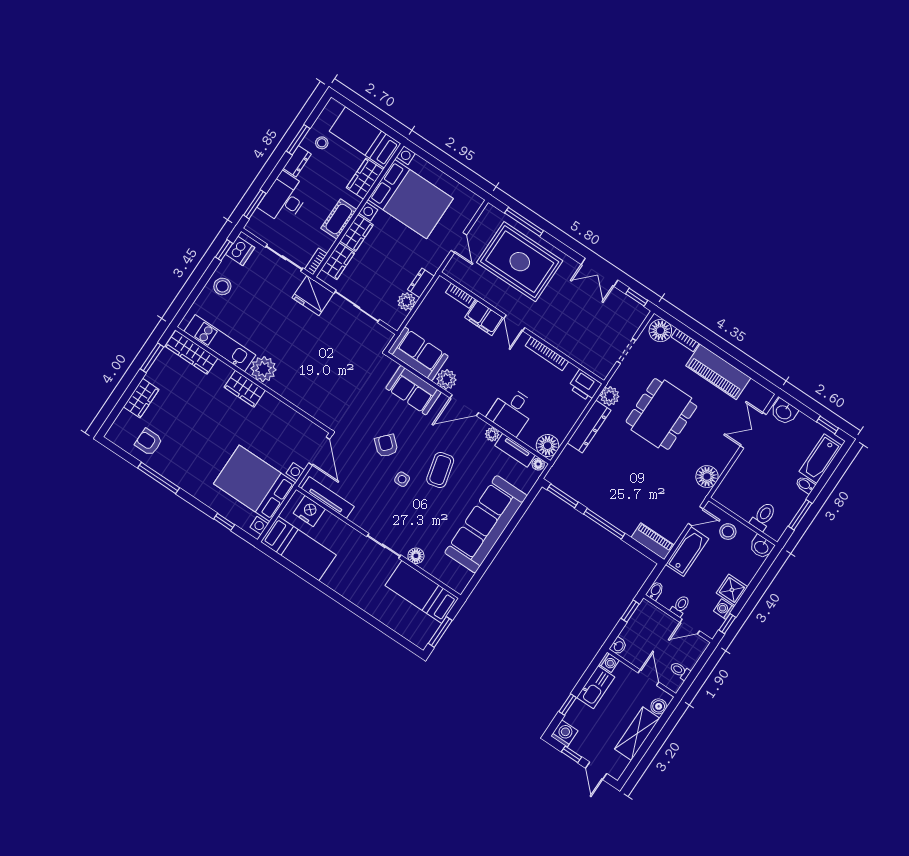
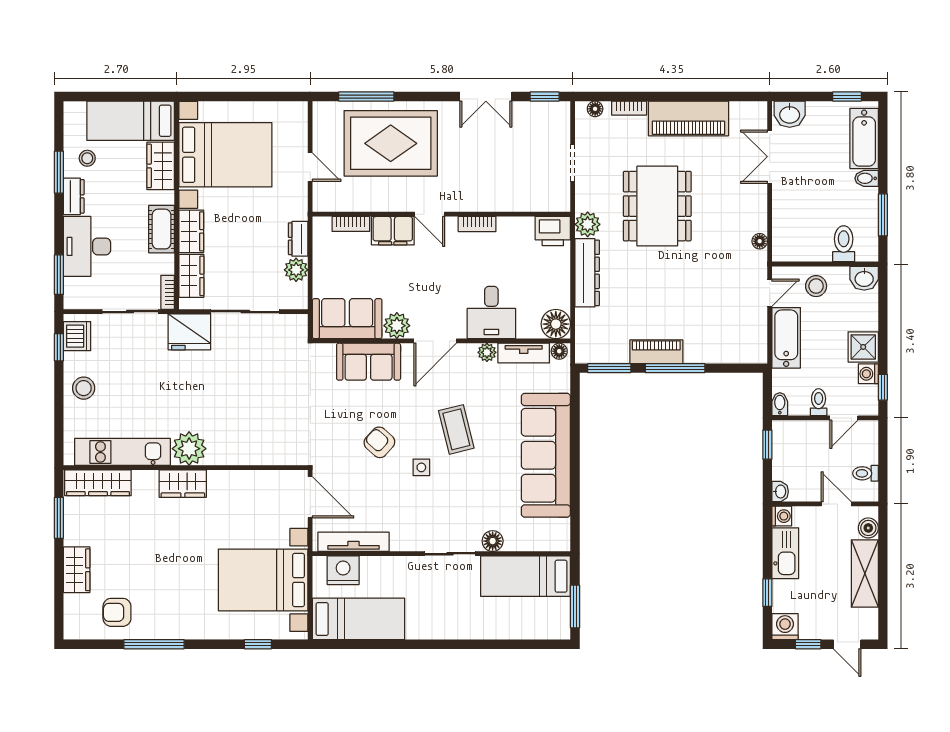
floor lamp: (660, 331) -> (595, 109), width x0.53, depth x0.53
bookcase: (547, 354) -> (477, 224), width x0.64
floor lamp: (707, 477) -> (760, 241), width x0.53, depth x0.53
piano: (653, 541) -> (656, 352), moved

